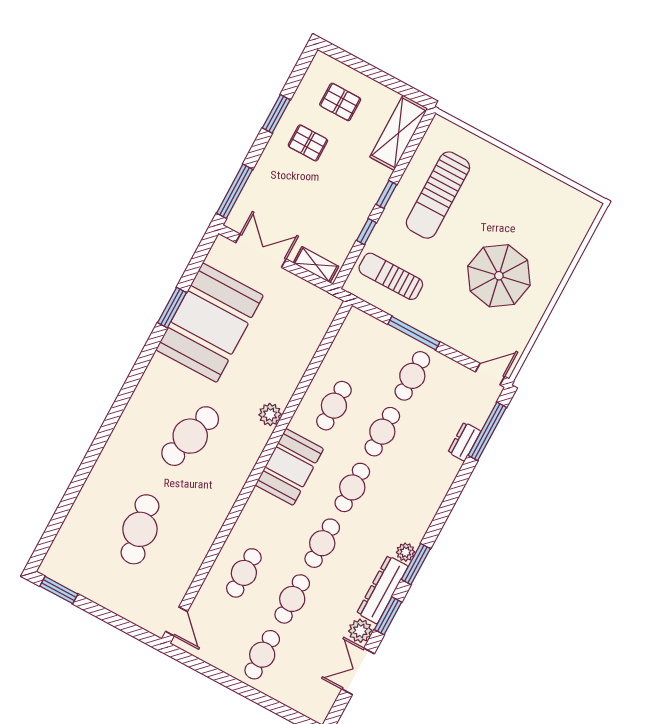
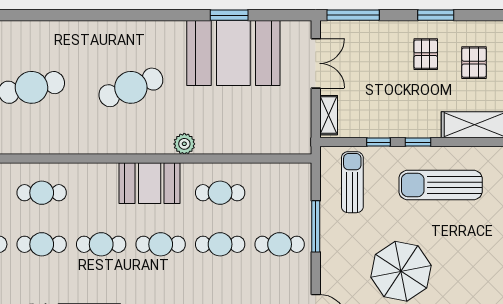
cafe table: (190, 436) -> (131, 87), turned -36

